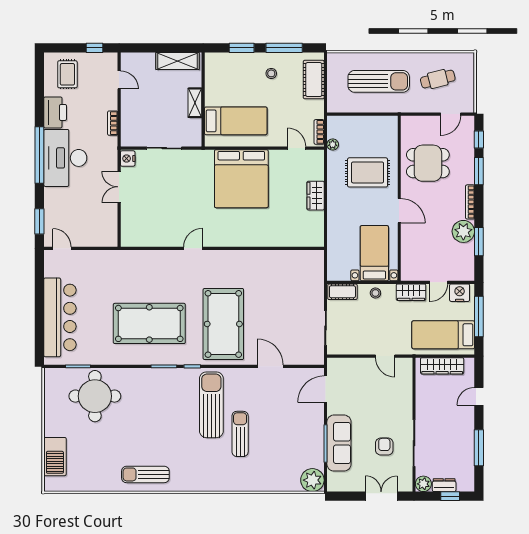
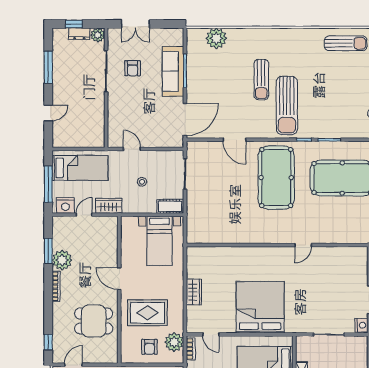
armchair: (365, 134) -> (150, 347), added
plant: (333, 145) -> (174, 342), width x1.87, depth x1.87
window: (479, 171) -> (48, 314), removed
bed with nightstands: (374, 253) -> (160, 241), moved
stool: (375, 293) -> (142, 182), moved
wardrobe: (442, 366) -> (81, 140), removed
door: (326, 389) -> (185, 119), width x1.36
plant: (312, 480) -> (216, 38), moved

